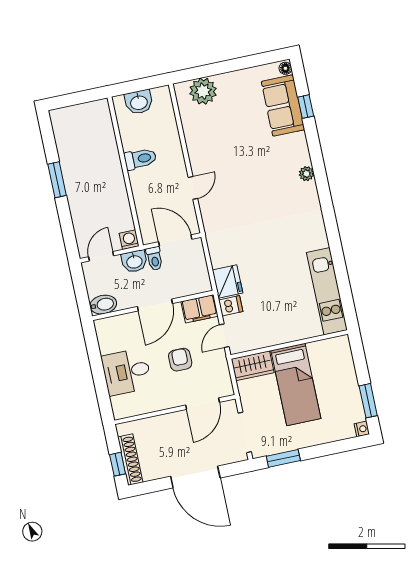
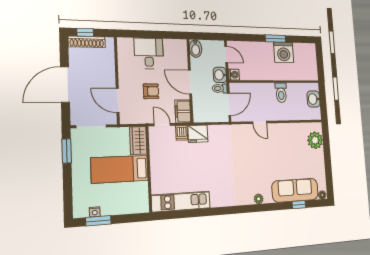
sofa: (283, 106) -> (295, 190), width x1.36
washing machine: (76, 163) -> (284, 52), added
nightstand: (362, 429) -> (95, 212), moved

